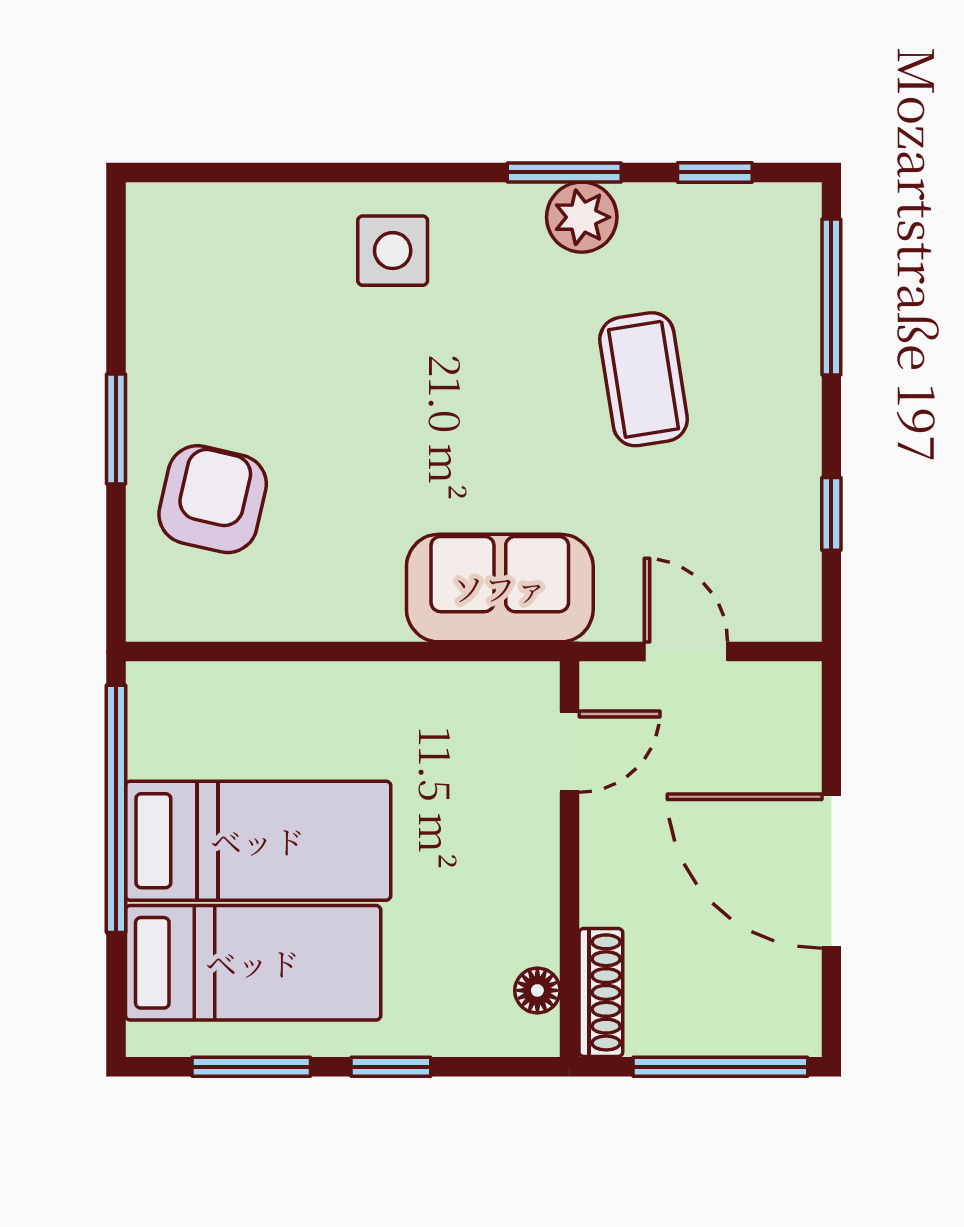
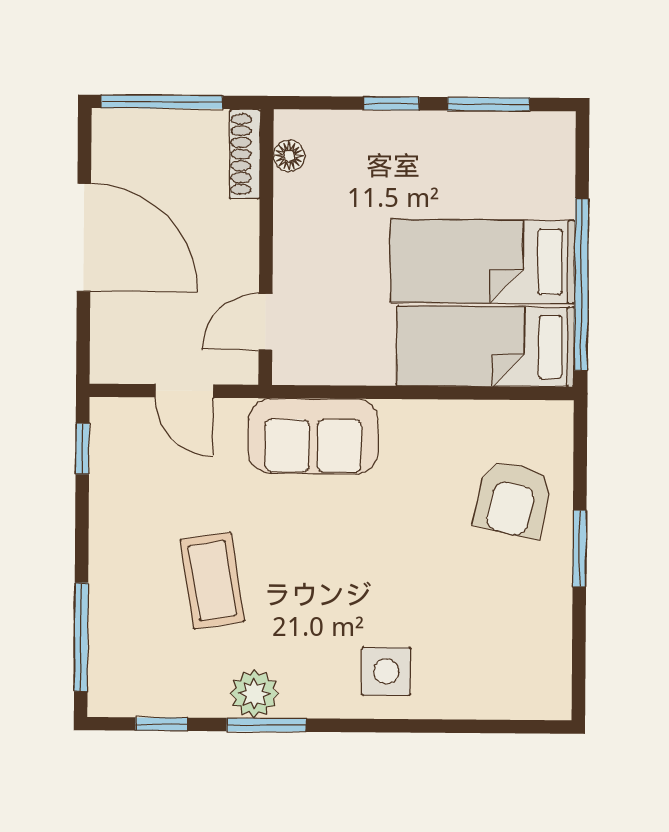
window: (831, 514) -> (82, 449), moved
bed: (253, 963) -> (486, 346), moved

